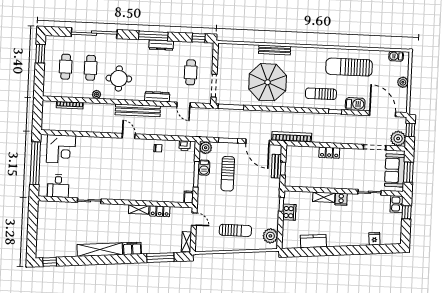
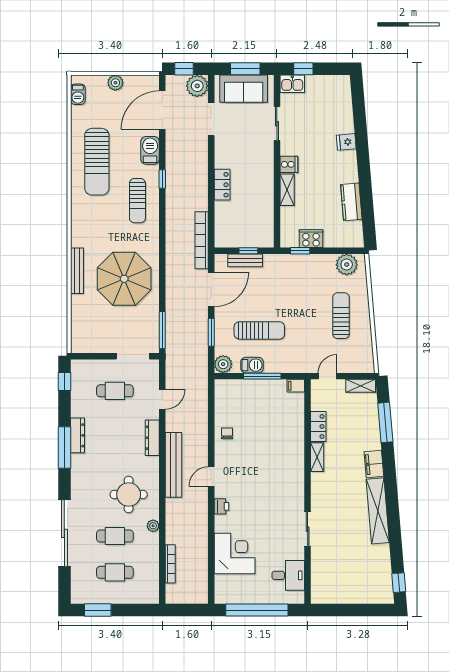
printer: (185, 146) -> (221, 506), moved
corner desk: (61, 149) -> (235, 554), moved
fridge: (374, 239) -> (346, 142), moved

